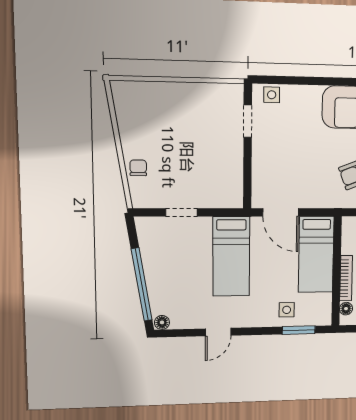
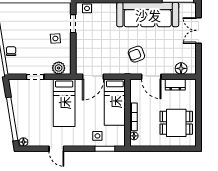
side table: (217, 147) -> (55, 38), added
plant: (222, 198) -> (59, 68), added
door: (281, 212) -> (93, 77), hinge flipped
door: (218, 332) -> (56, 149), hinge flipped

